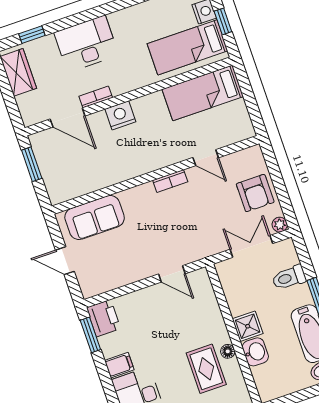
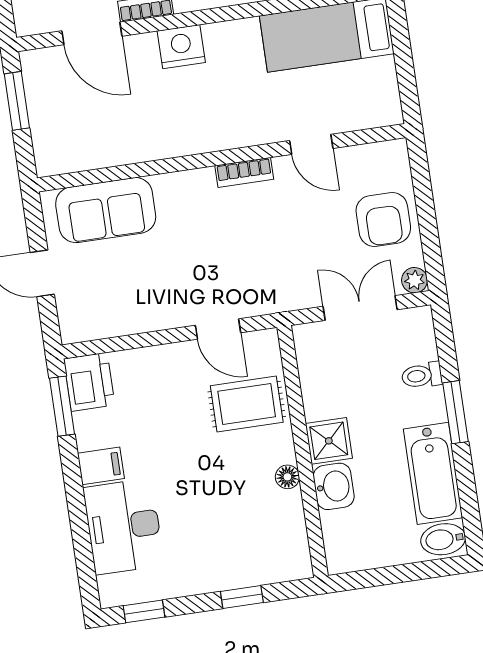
toilet: (289, 278) -> (422, 375), width x0.73, depth x0.72
rug: (206, 369) -> (247, 404), moved, turned 90

